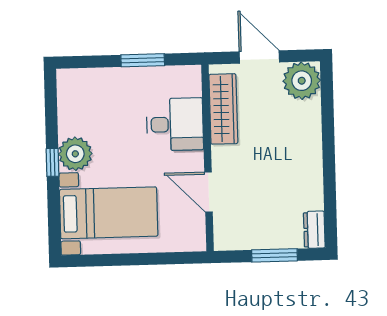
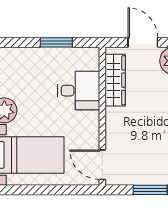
door: (209, 192) -> (102, 165), moved

